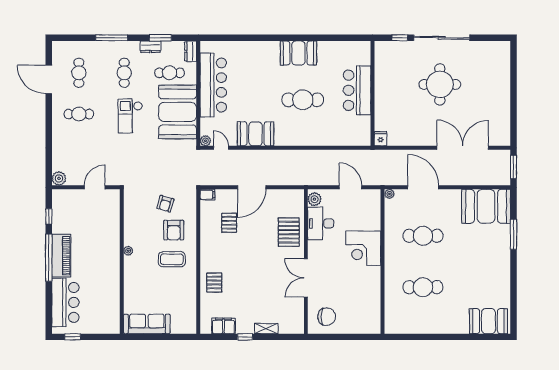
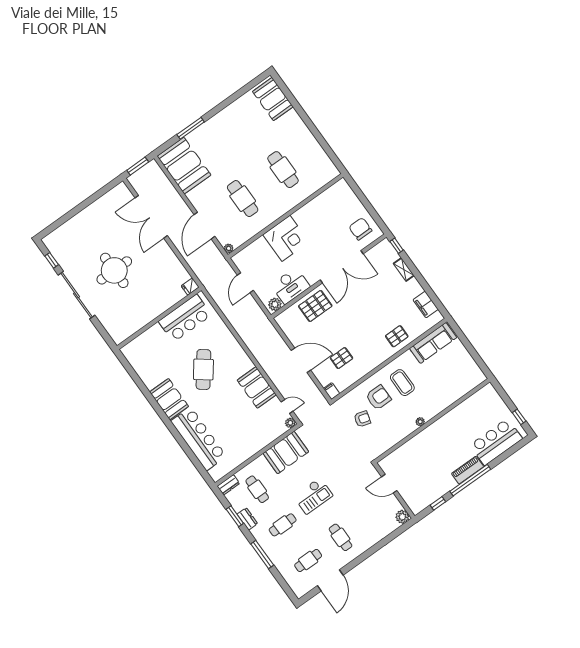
window: (400, 38) -> (52, 260), moved
bar counter: (213, 85) -> (199, 439), moved, turned 90
bar counter: (357, 90) -> (185, 318), moved
cafe table: (303, 100) -> (203, 369), turned 37
booth: (178, 112) -> (286, 453), width x0.73, depth x0.70
door: (221, 148) -> (287, 407), swing flipped
piano: (61, 256) -> (468, 470), width x0.73, depth x0.75
double door: (306, 278) -> (342, 267), width x1.36
sofa: (147, 324) -> (433, 343), moved, turned -90
window: (245, 337) -> (397, 246), moved

